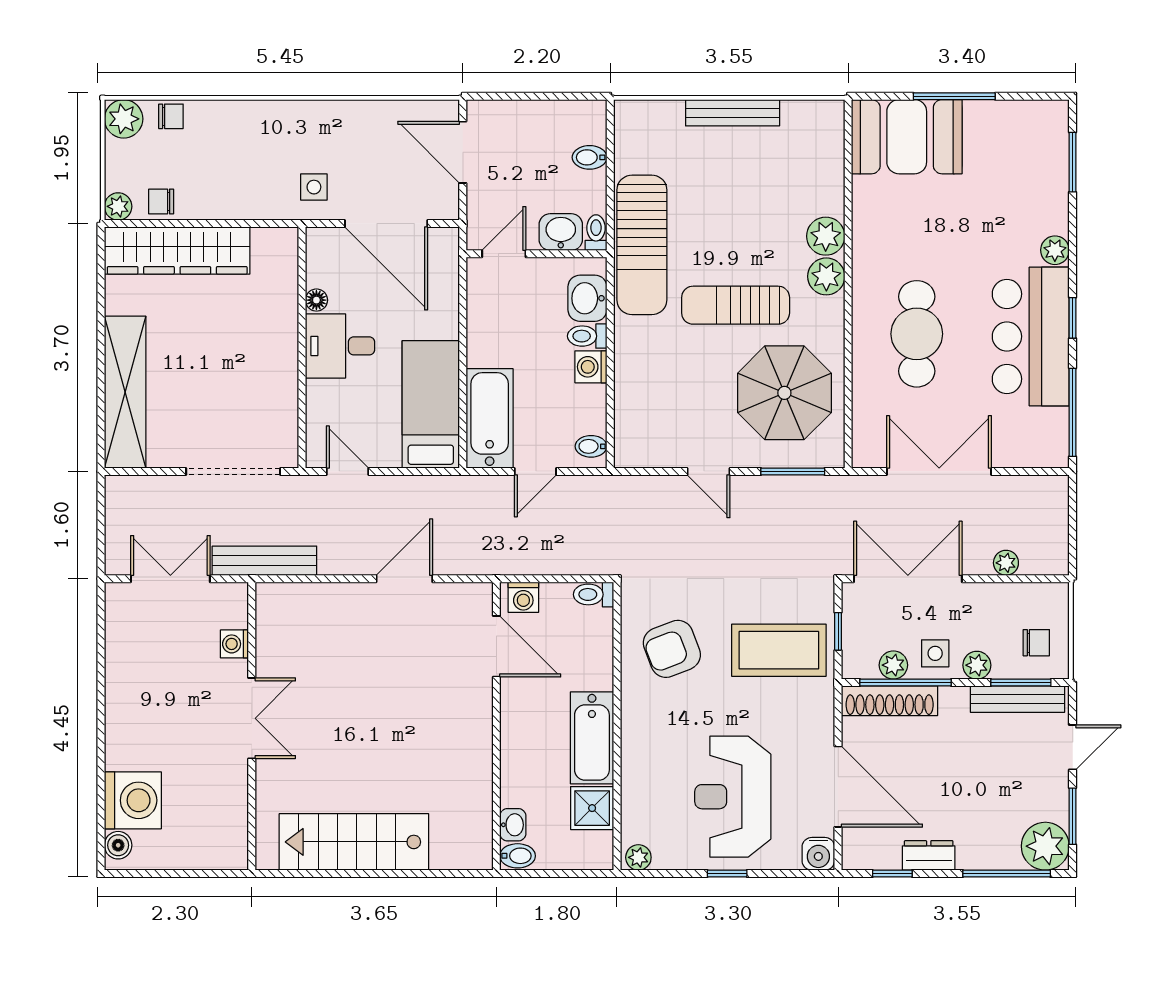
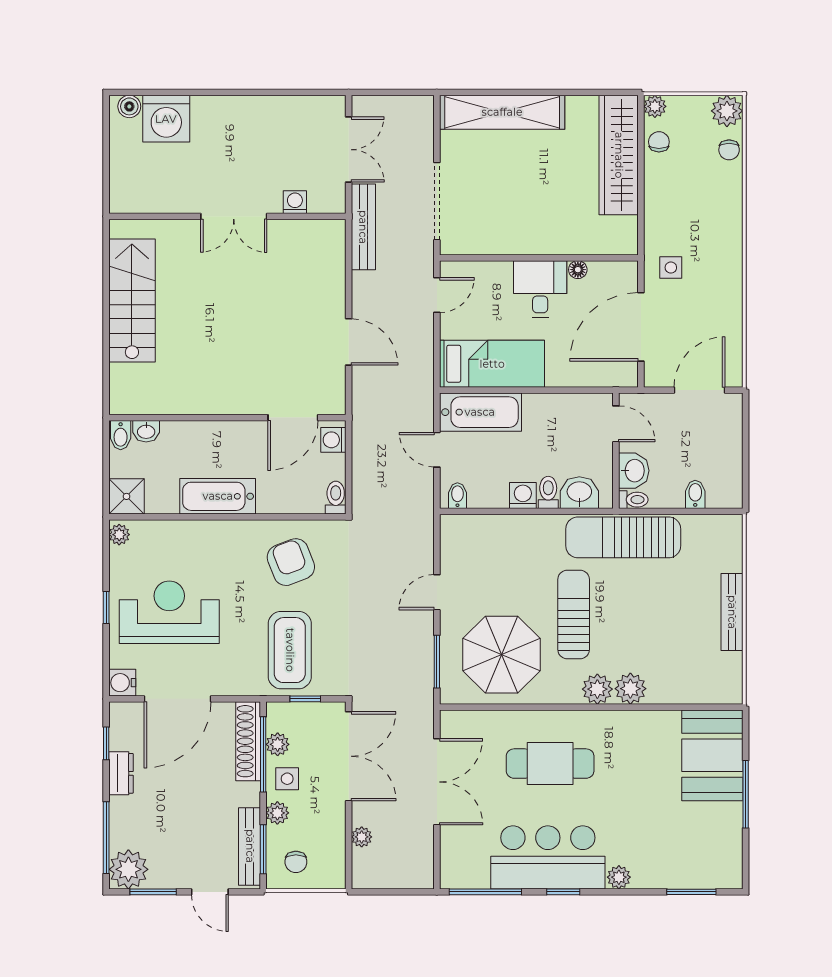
shower: (592, 808) -> (126, 496), moved

